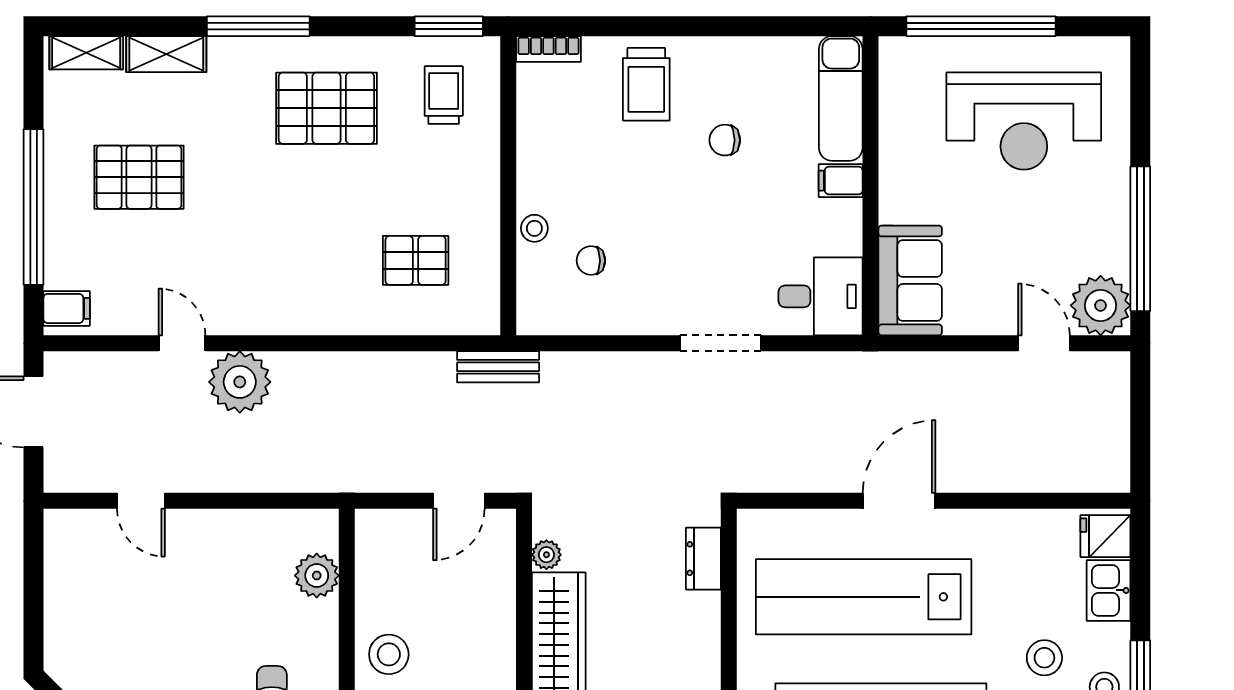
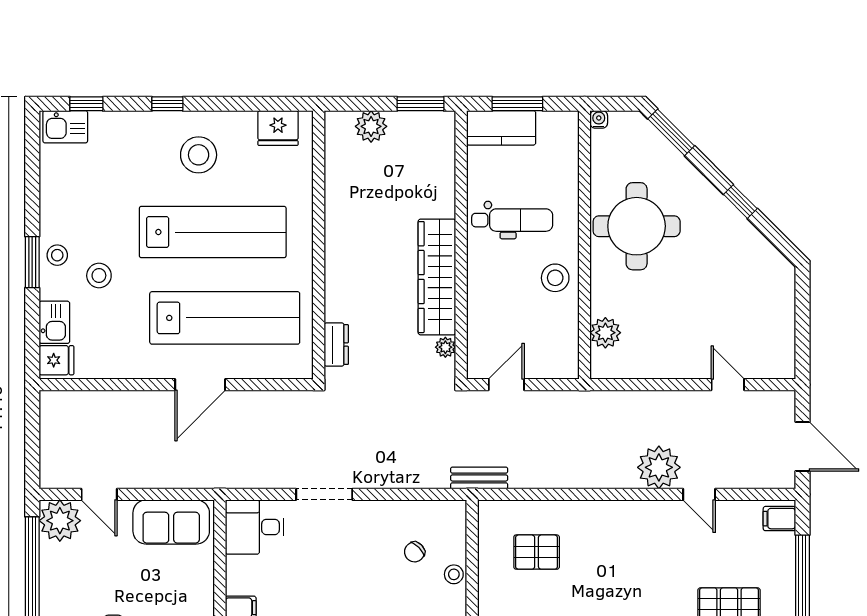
chair: (591, 261) -> (415, 552), turned 136
sofa: (910, 280) -> (171, 522), moved, turned -90

